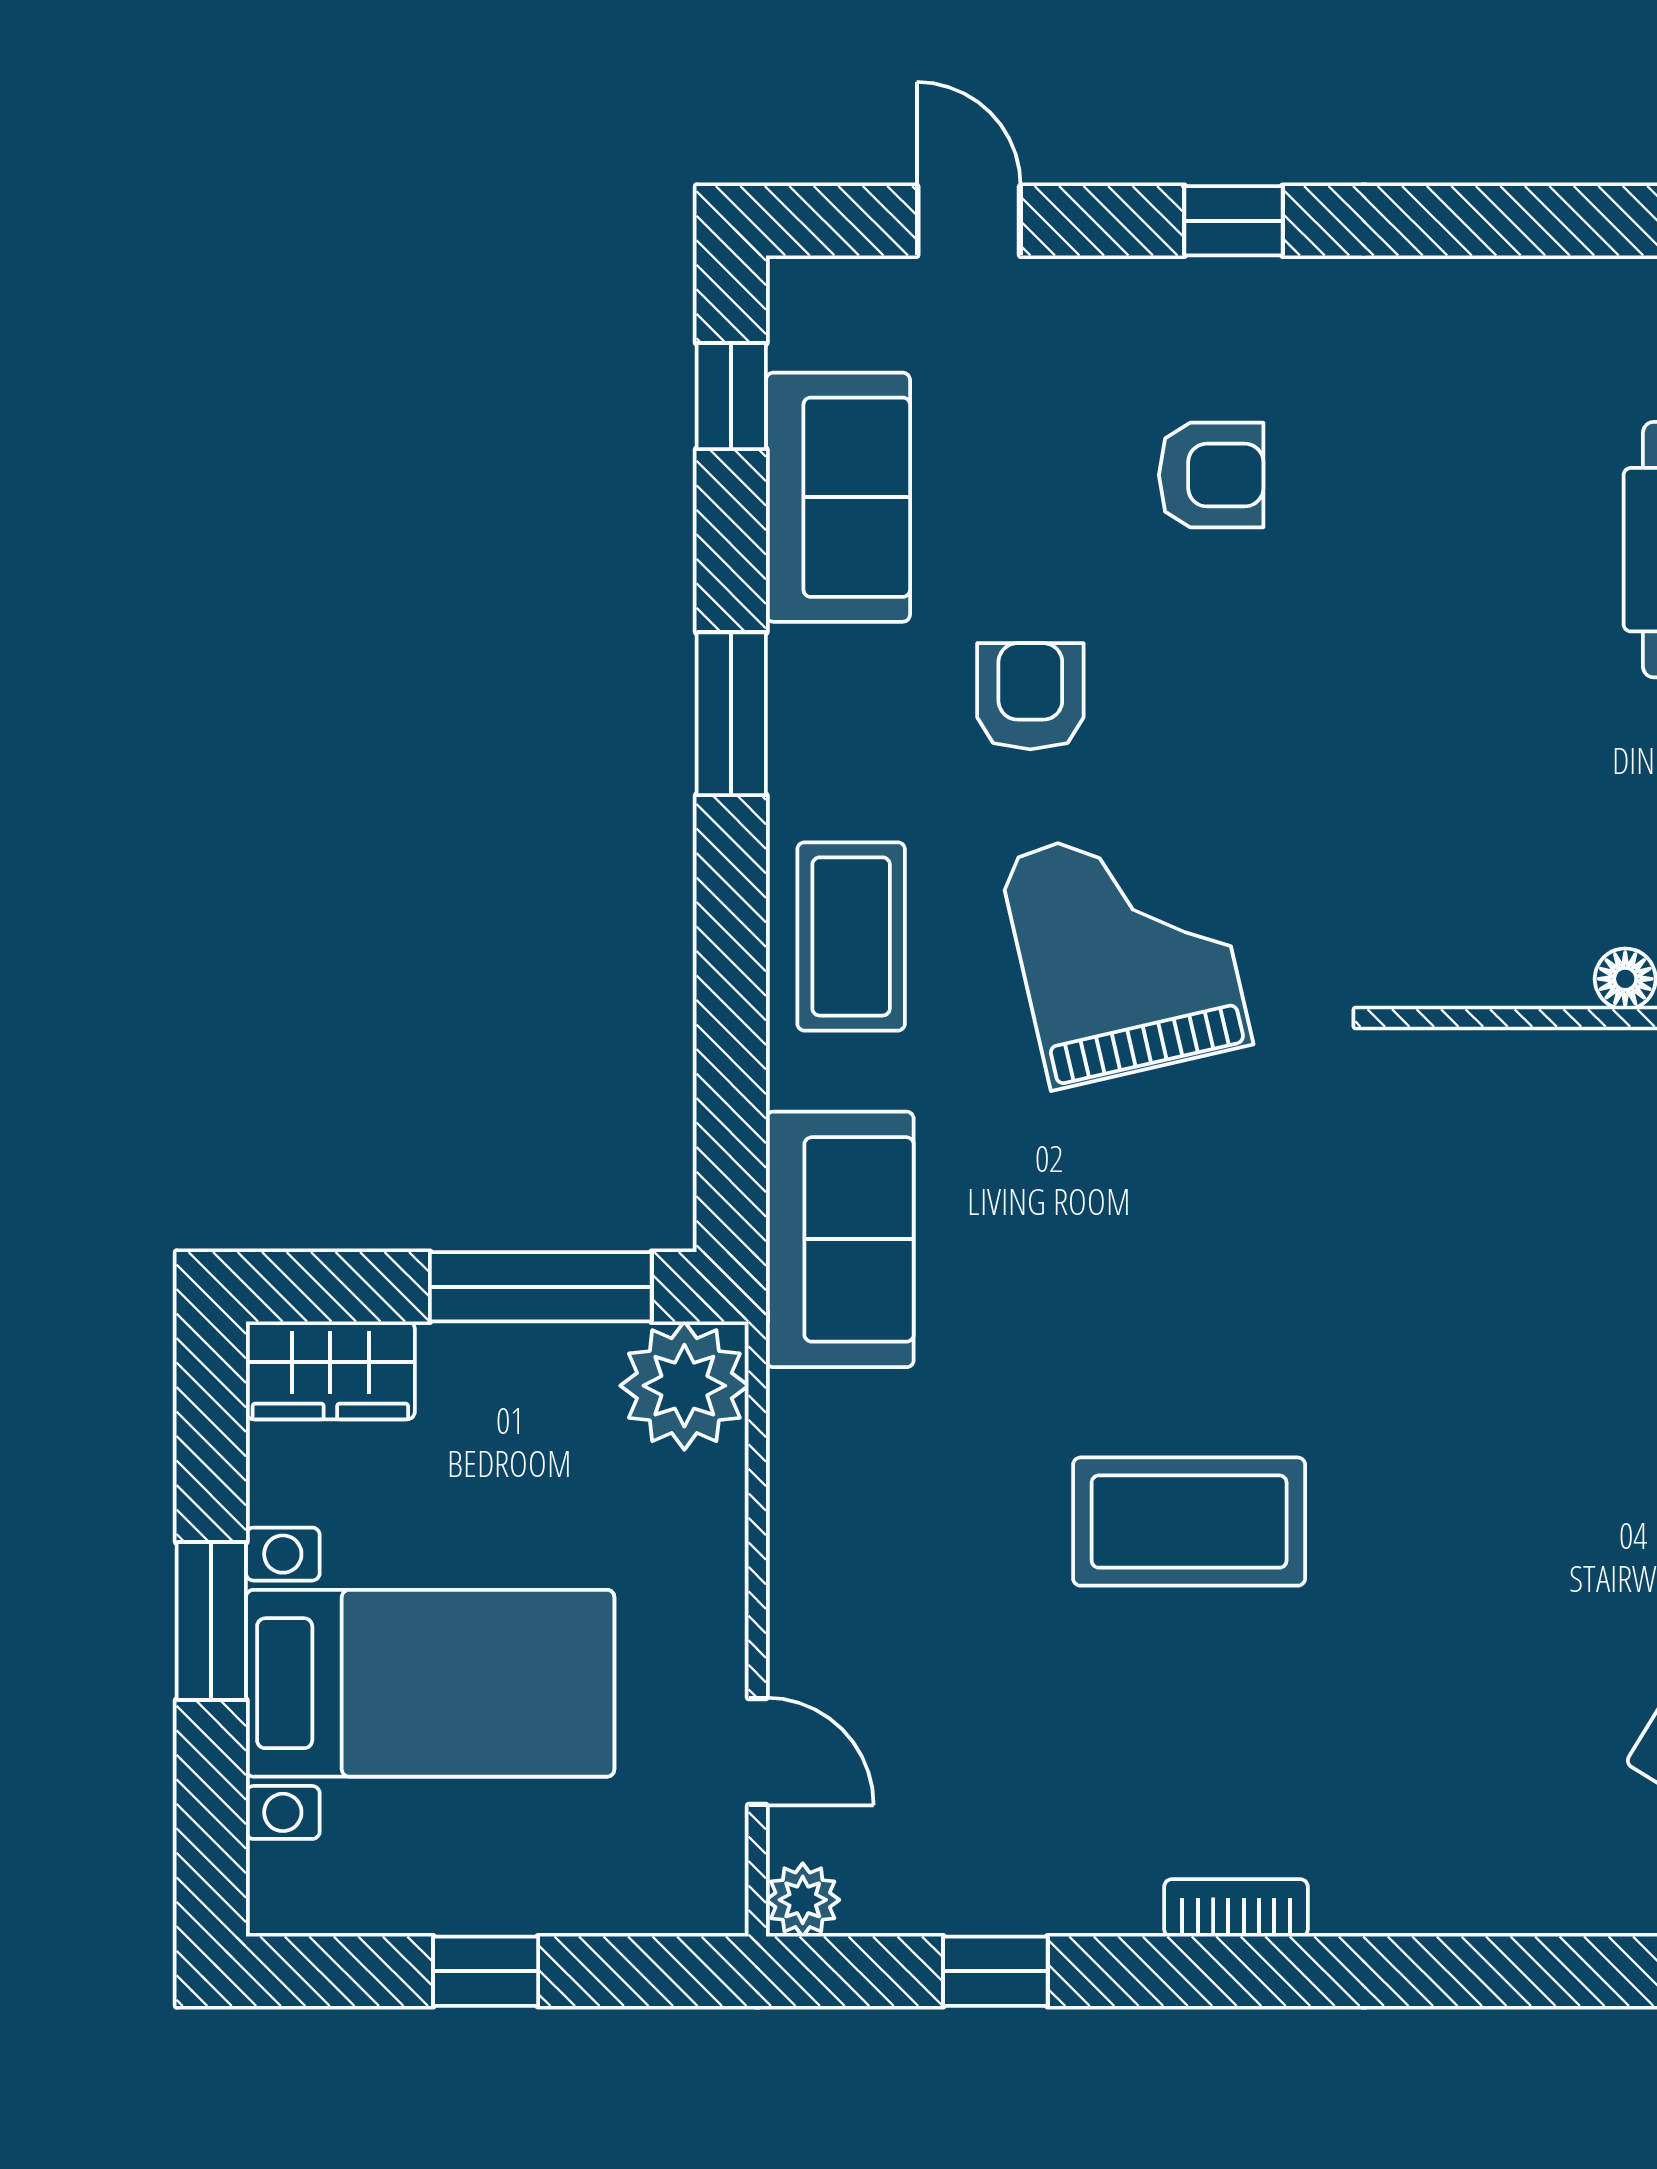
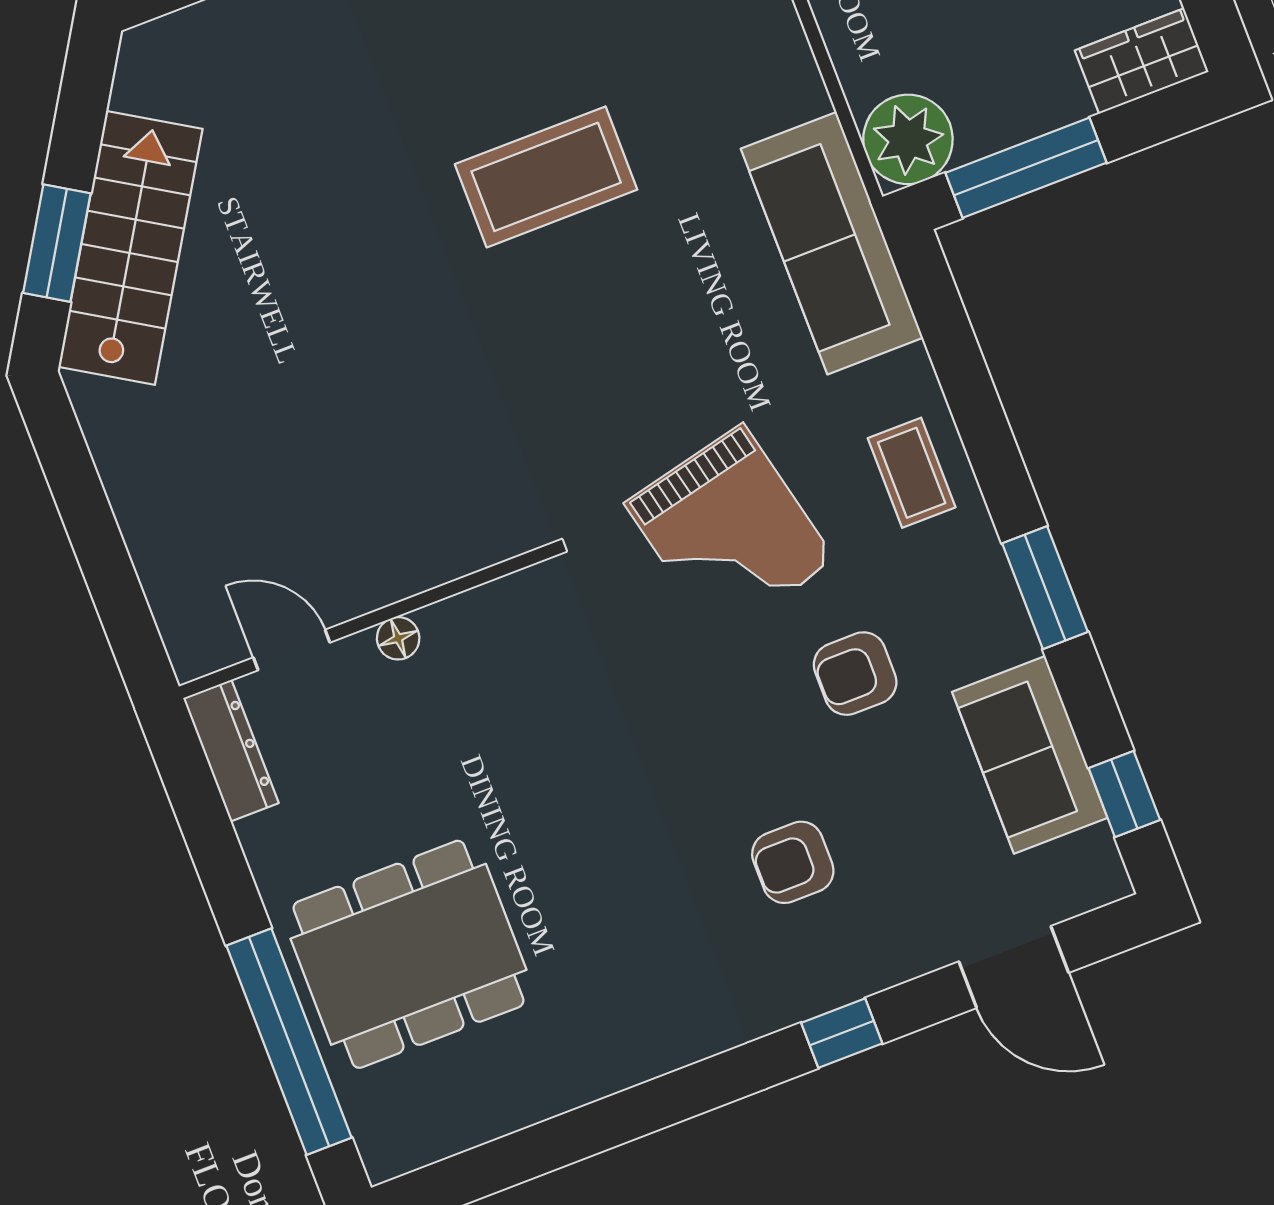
door: (969, 221) -> (1014, 967), width x1.38
armchair: (1030, 696) -> (855, 674), turned 90
coffee table: (851, 936) -> (912, 473), width x0.73, depth x0.77
sofa: (840, 1239) -> (832, 243), width x1.36

